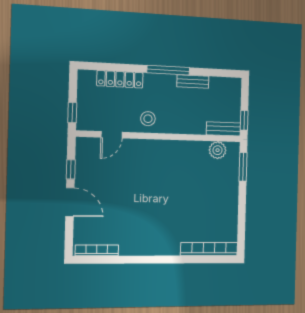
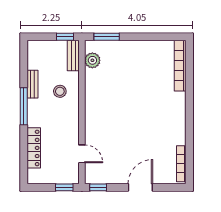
stool: (148, 119) -> (60, 91), moved
window: (71, 169) -> (98, 187), moved

